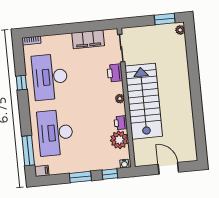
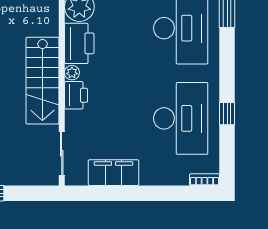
printer: (115, 73) -> (76, 95), moved
stairs: (144, 101) -> (42, 81), width x0.73, depth x0.66
printer: (121, 123) -> (79, 43), width x1.87, depth x1.48

